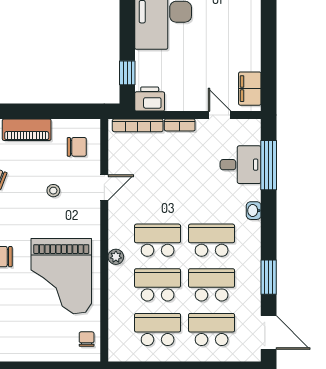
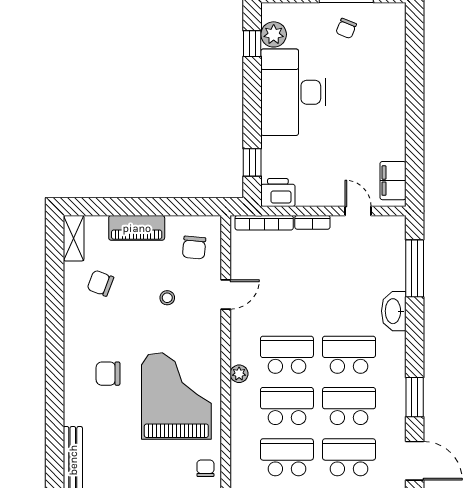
chair: (77, 147) -> (194, 247), turned 95
desk: (241, 165) -> (382, 268), removed
washbasin: (254, 211) -> (394, 311), width x1.91, depth x1.45
grand piano: (61, 276) -> (176, 396), turned 180

